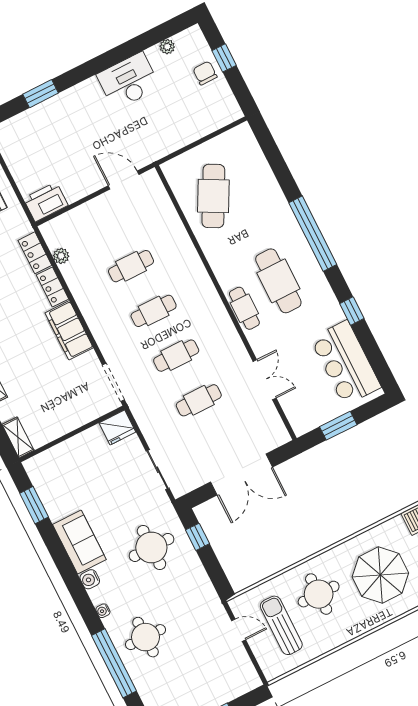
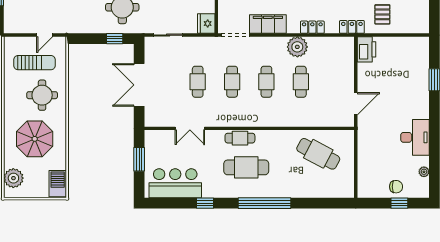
locker: (35, 253) -> (352, 27), moved
plant: (61, 256) -> (297, 47), moved, width x1.87, depth x1.87
filing cabinet: (69, 330) -> (268, 24), moved

